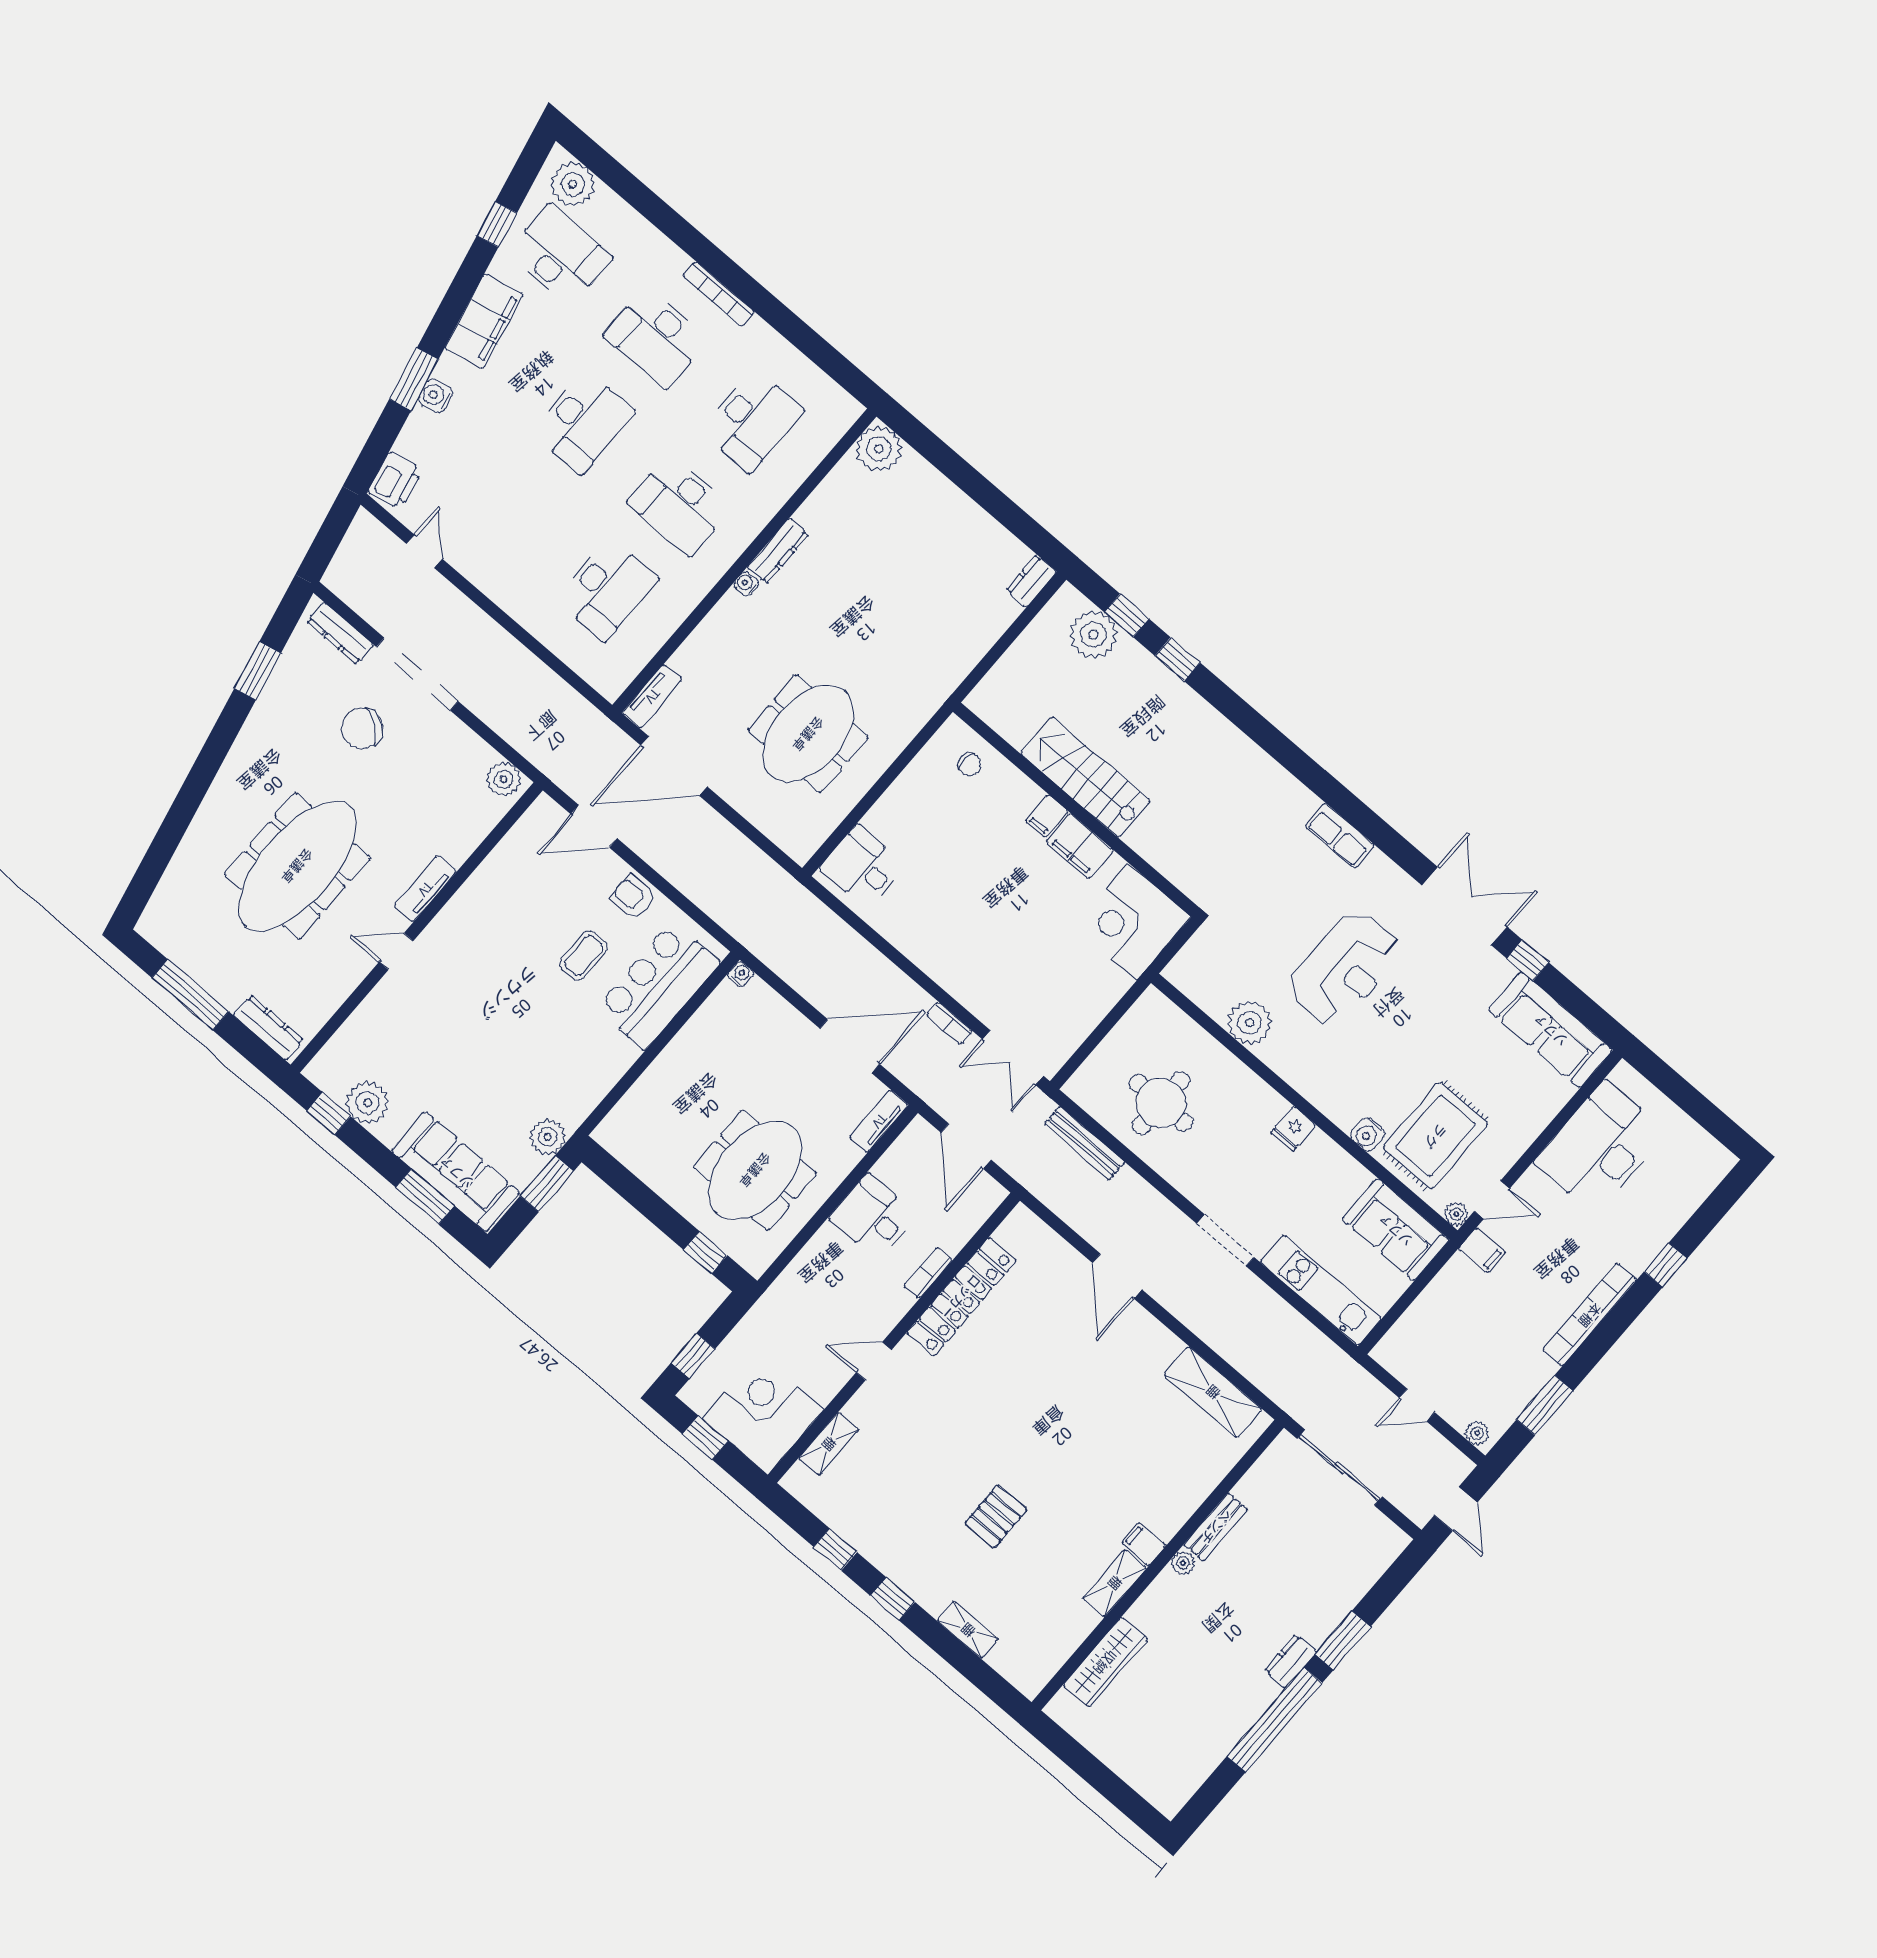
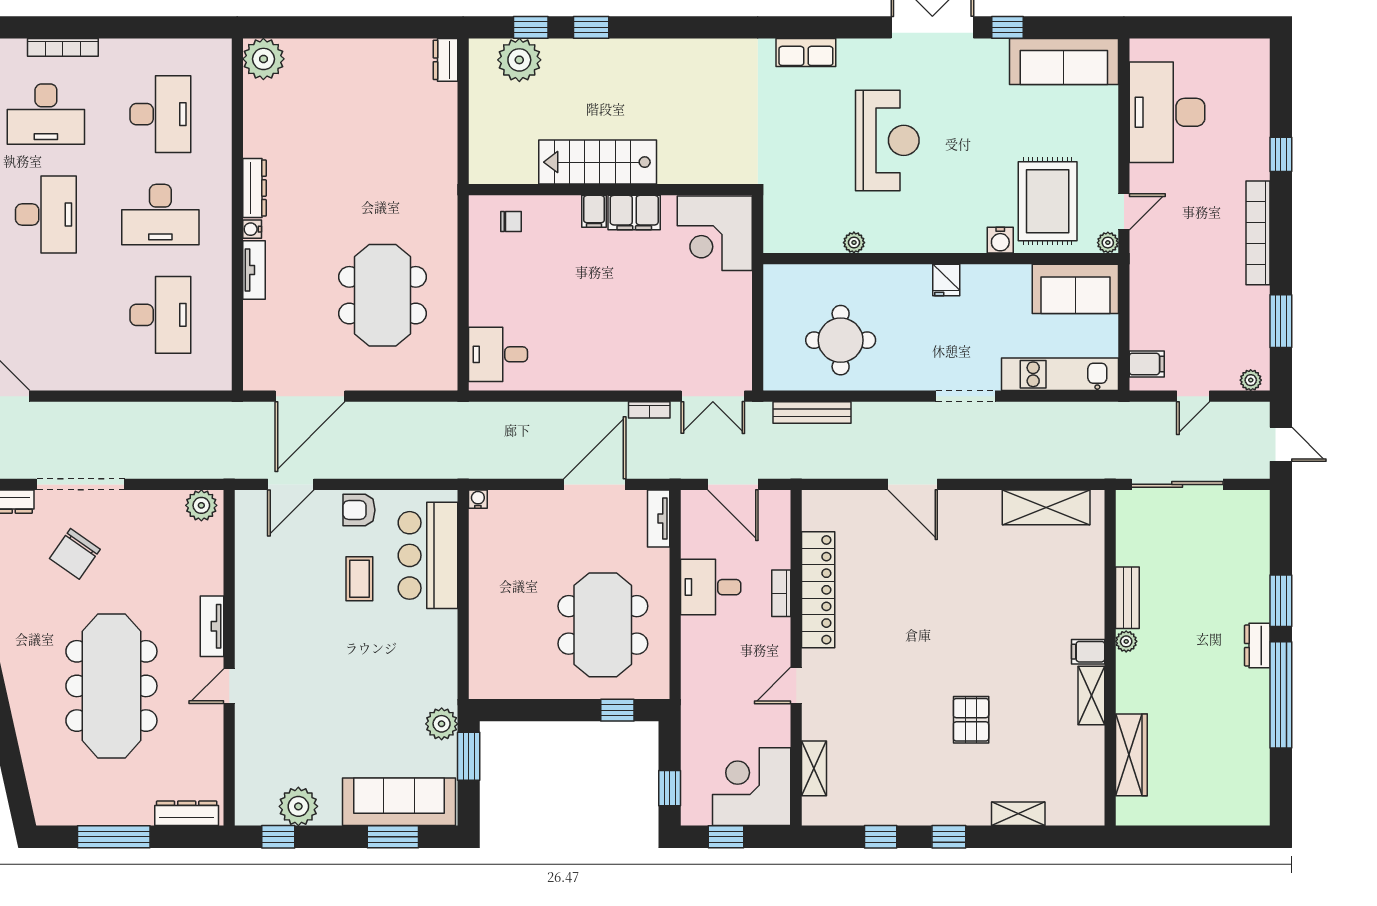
tv unit: (652, 696) -> (254, 270), moved
plant: (1249, 1023) -> (854, 243), width x0.53, depth x0.53
filing cabinet: (1482, 1250) -> (1147, 364), moved

